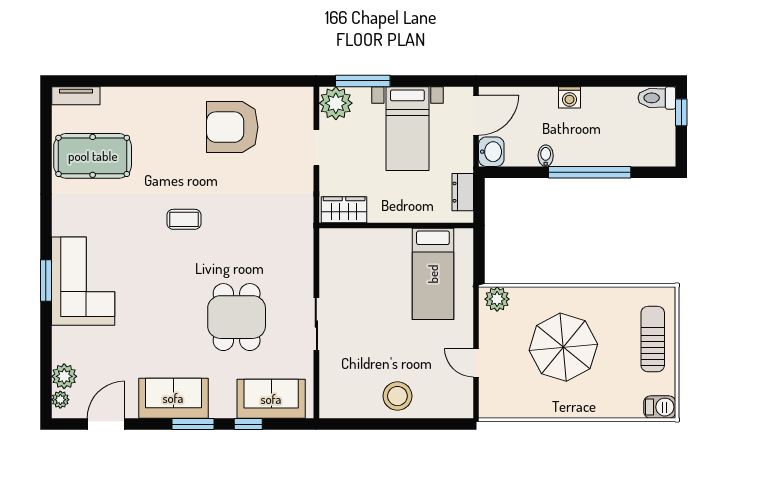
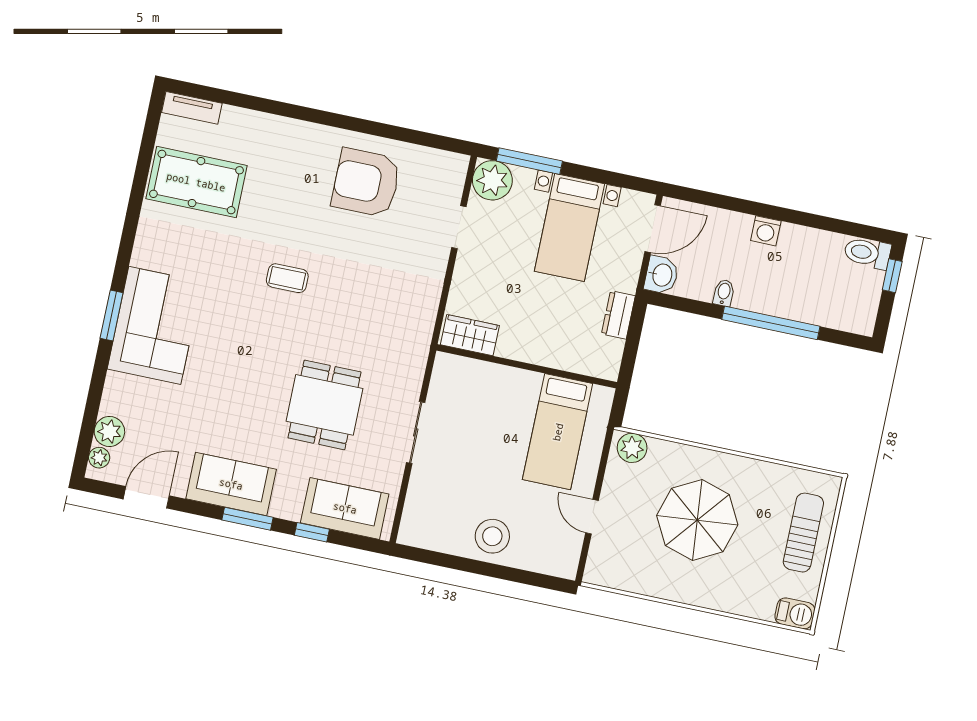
wardrobe: (344, 210) -> (470, 335), moved
wall: (396, 225) -> (527, 366), moved
bed: (433, 274) -> (558, 432), moved

